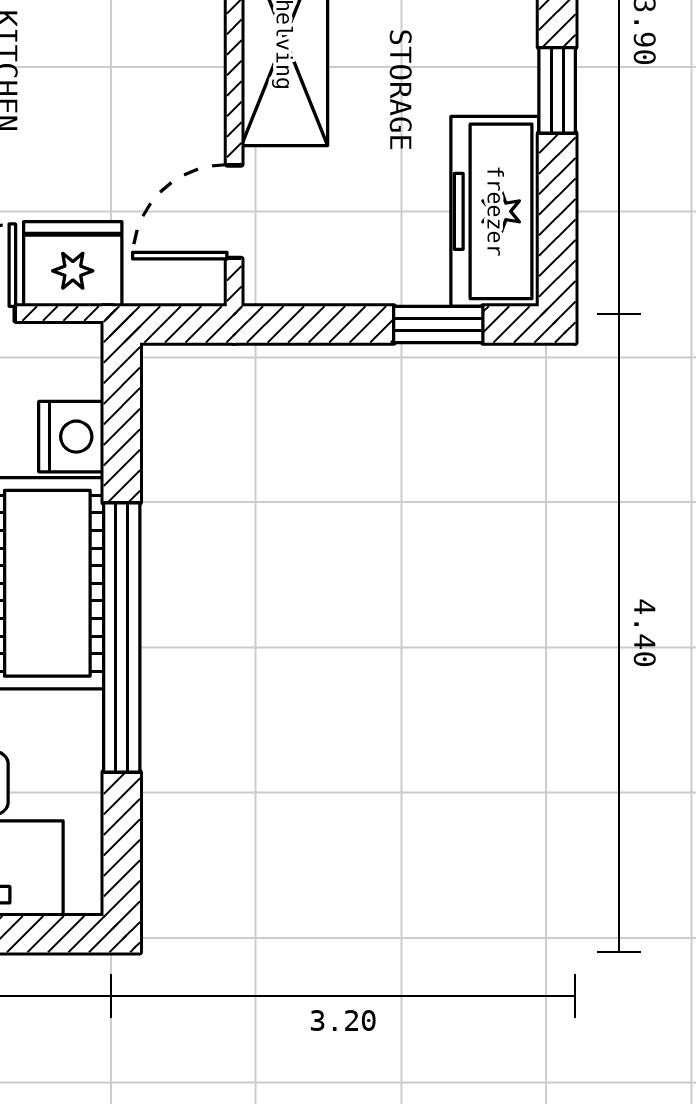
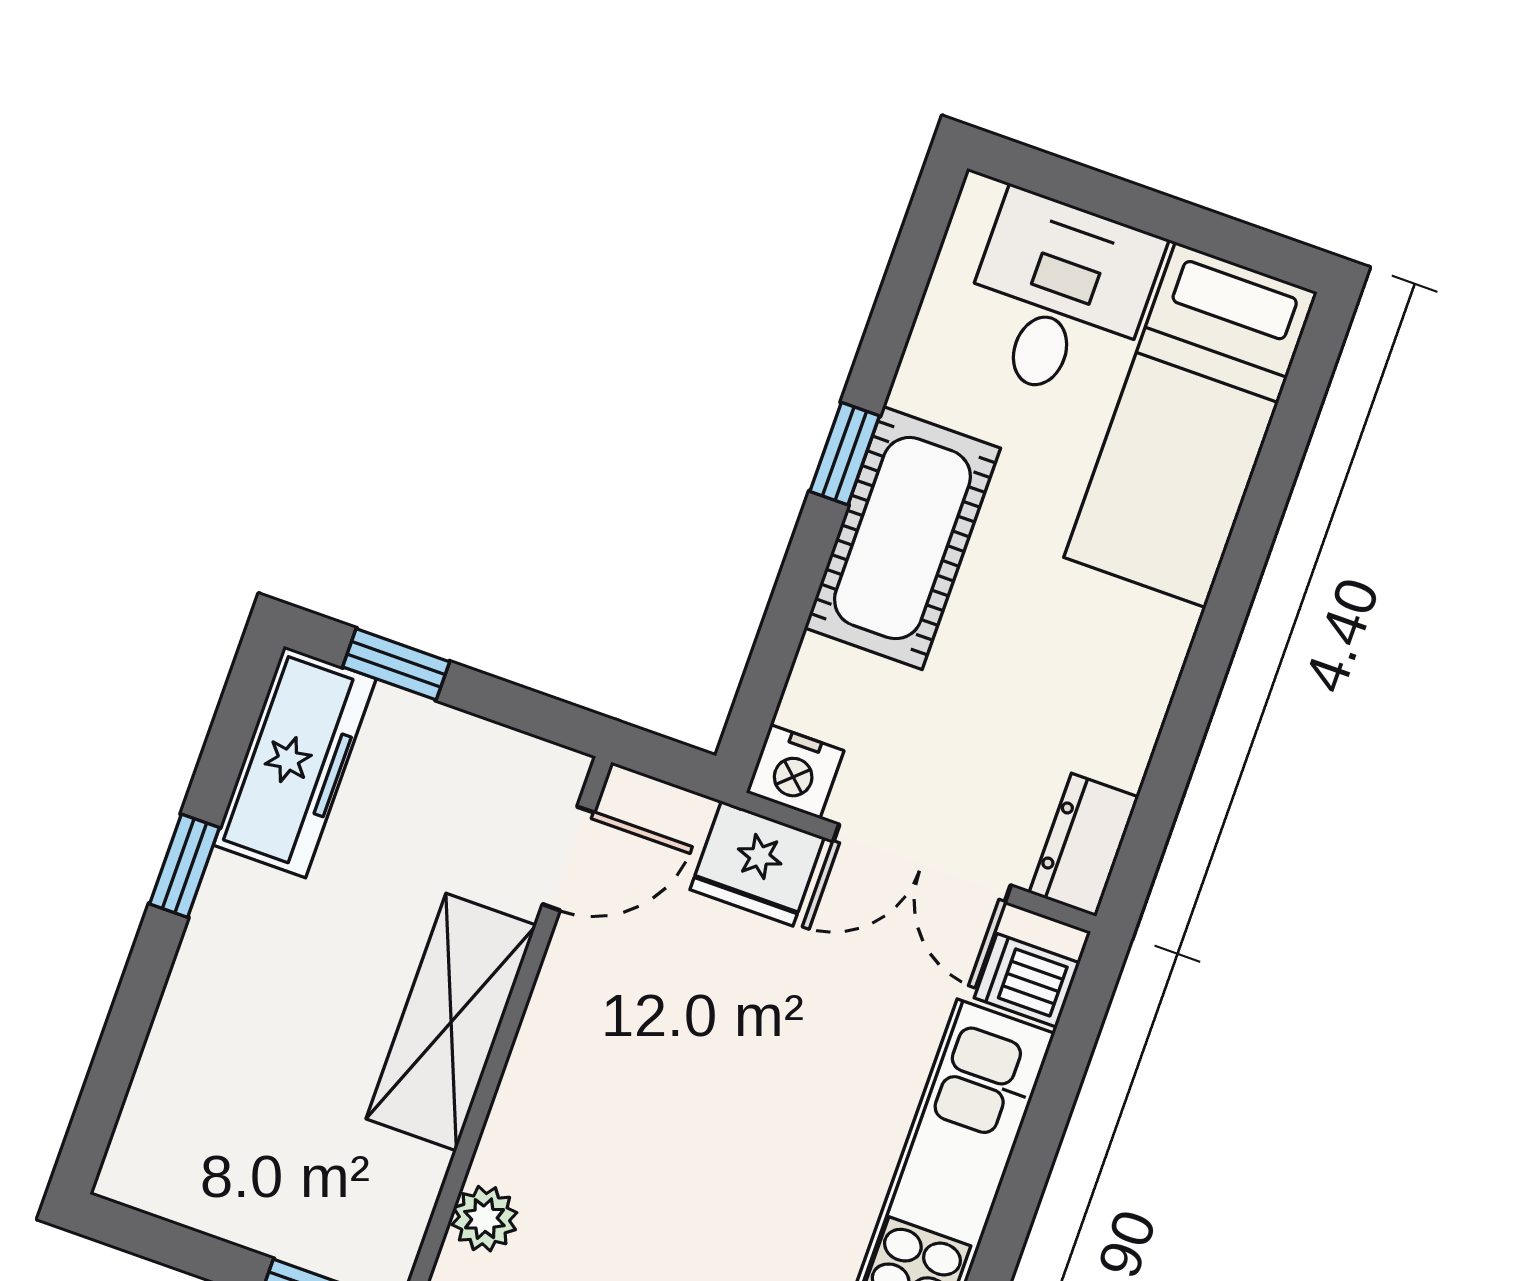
nightstand: (71, 437) -> (795, 772), moved, turned -90
window: (122, 637) -> (845, 454), width x0.32

